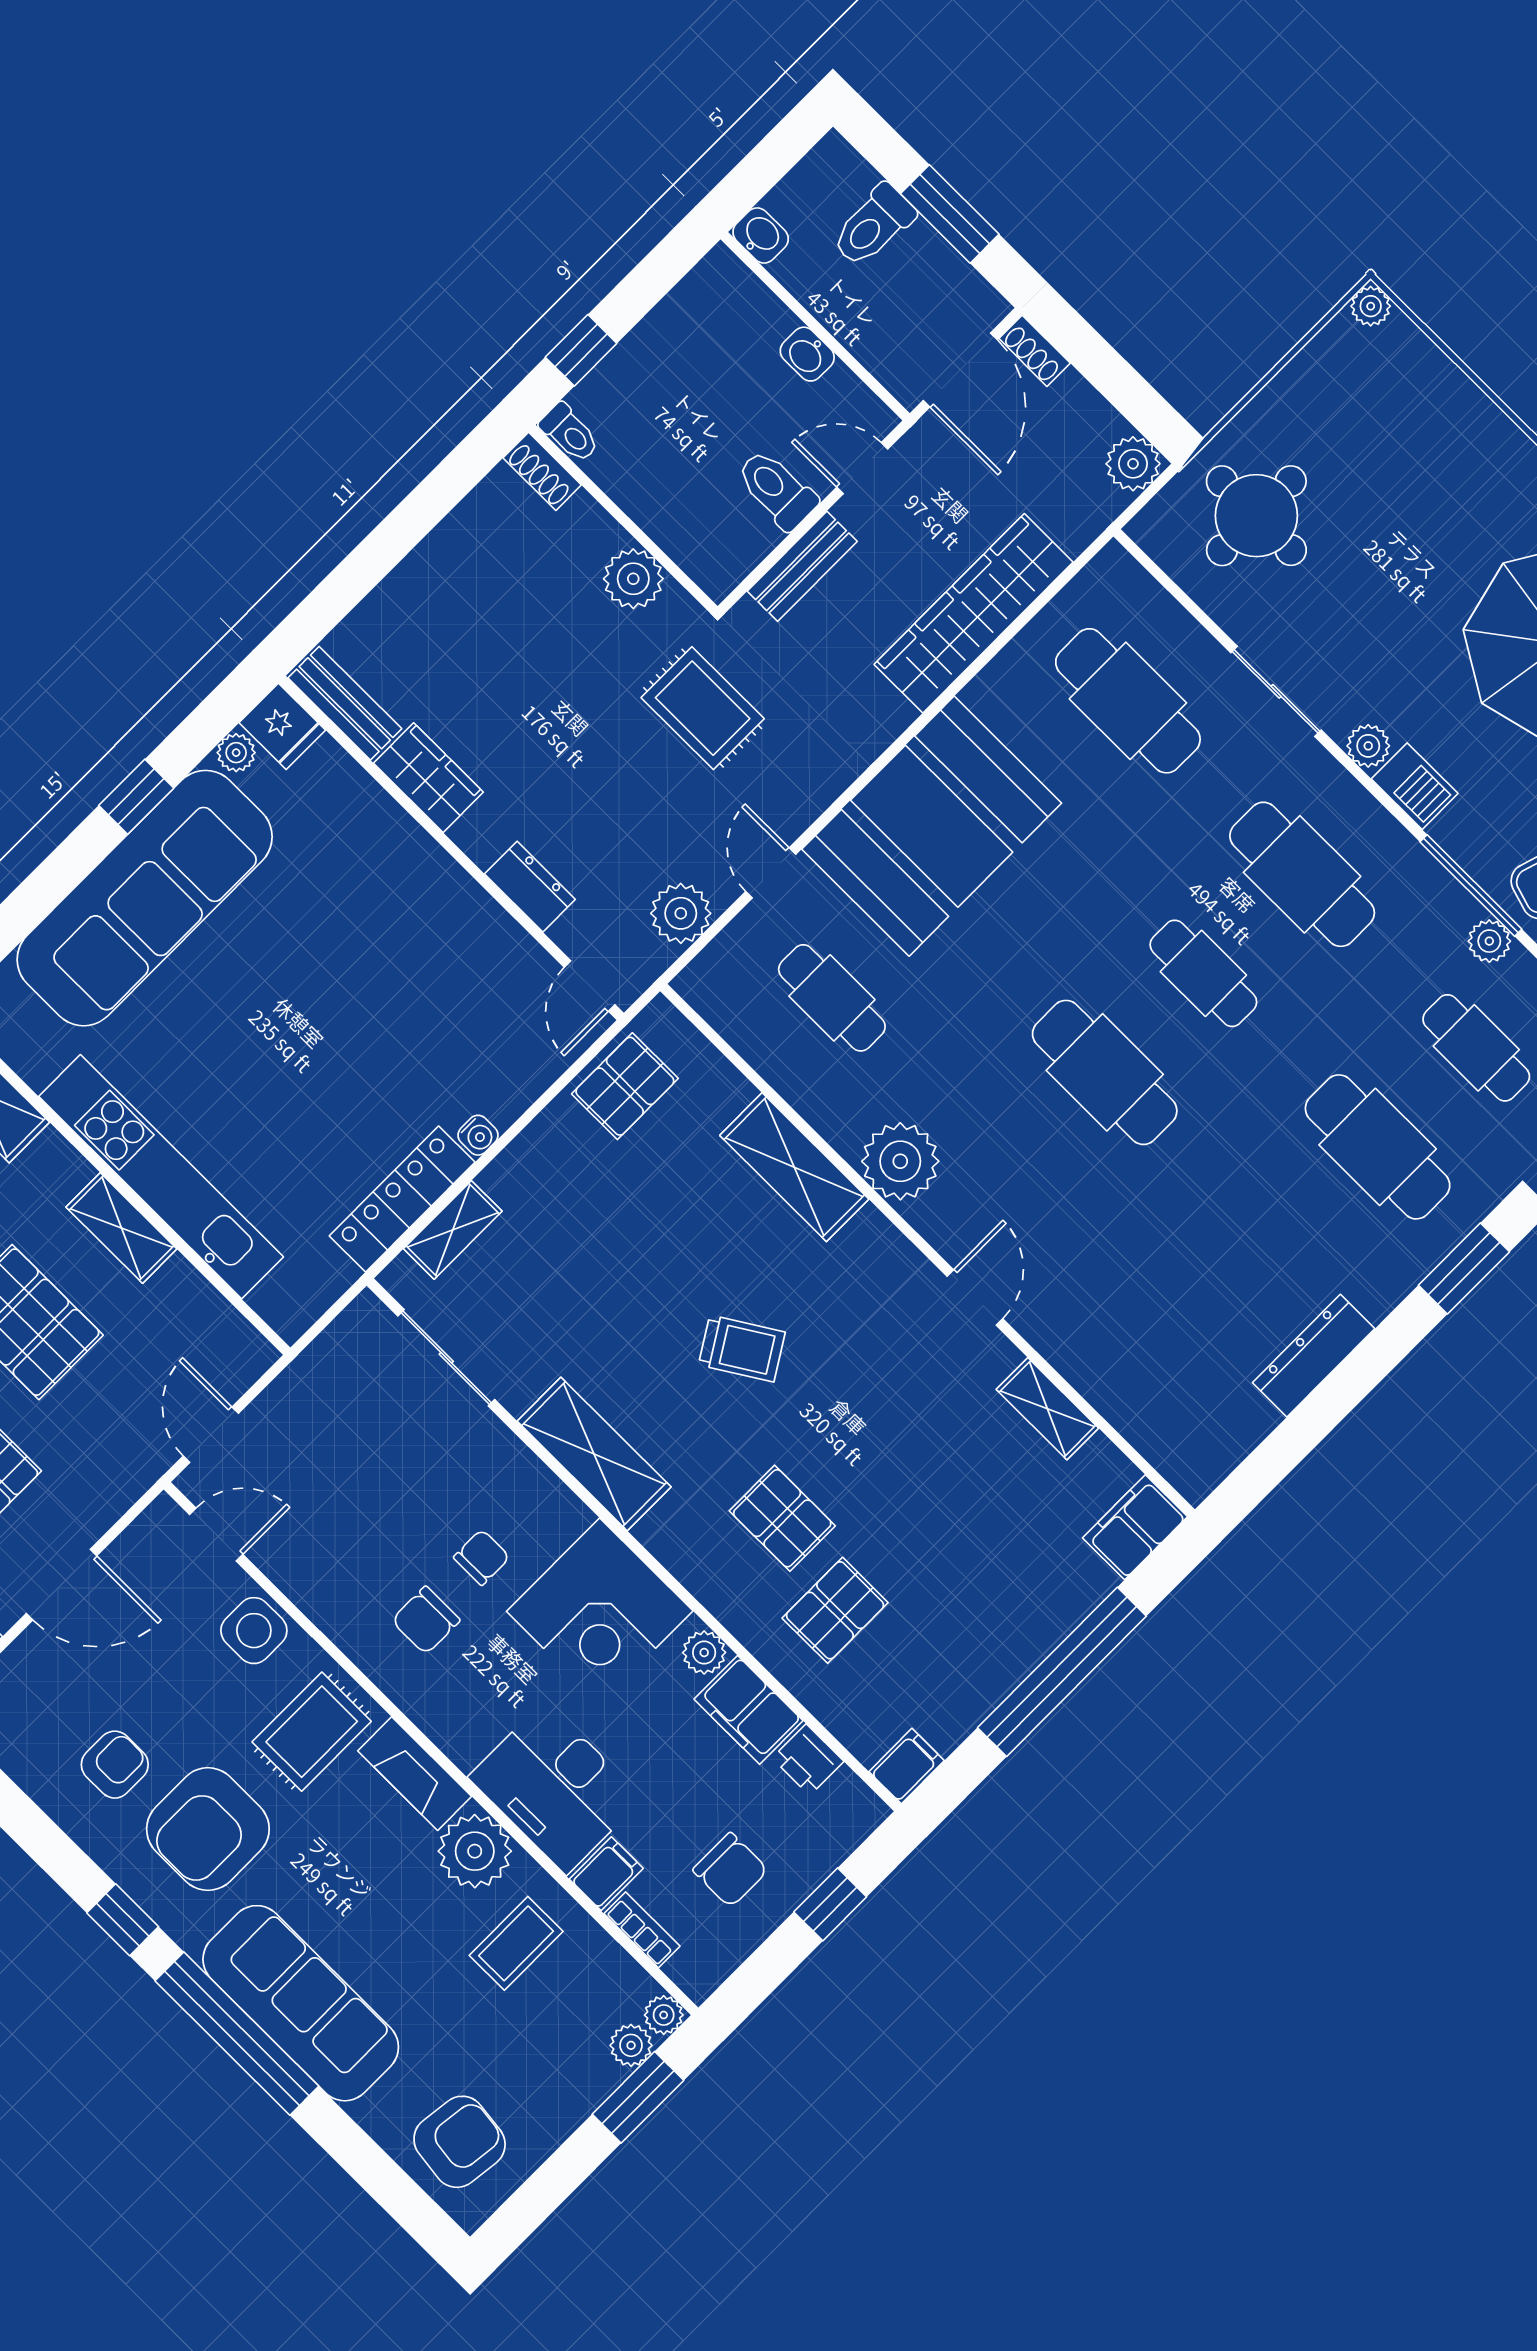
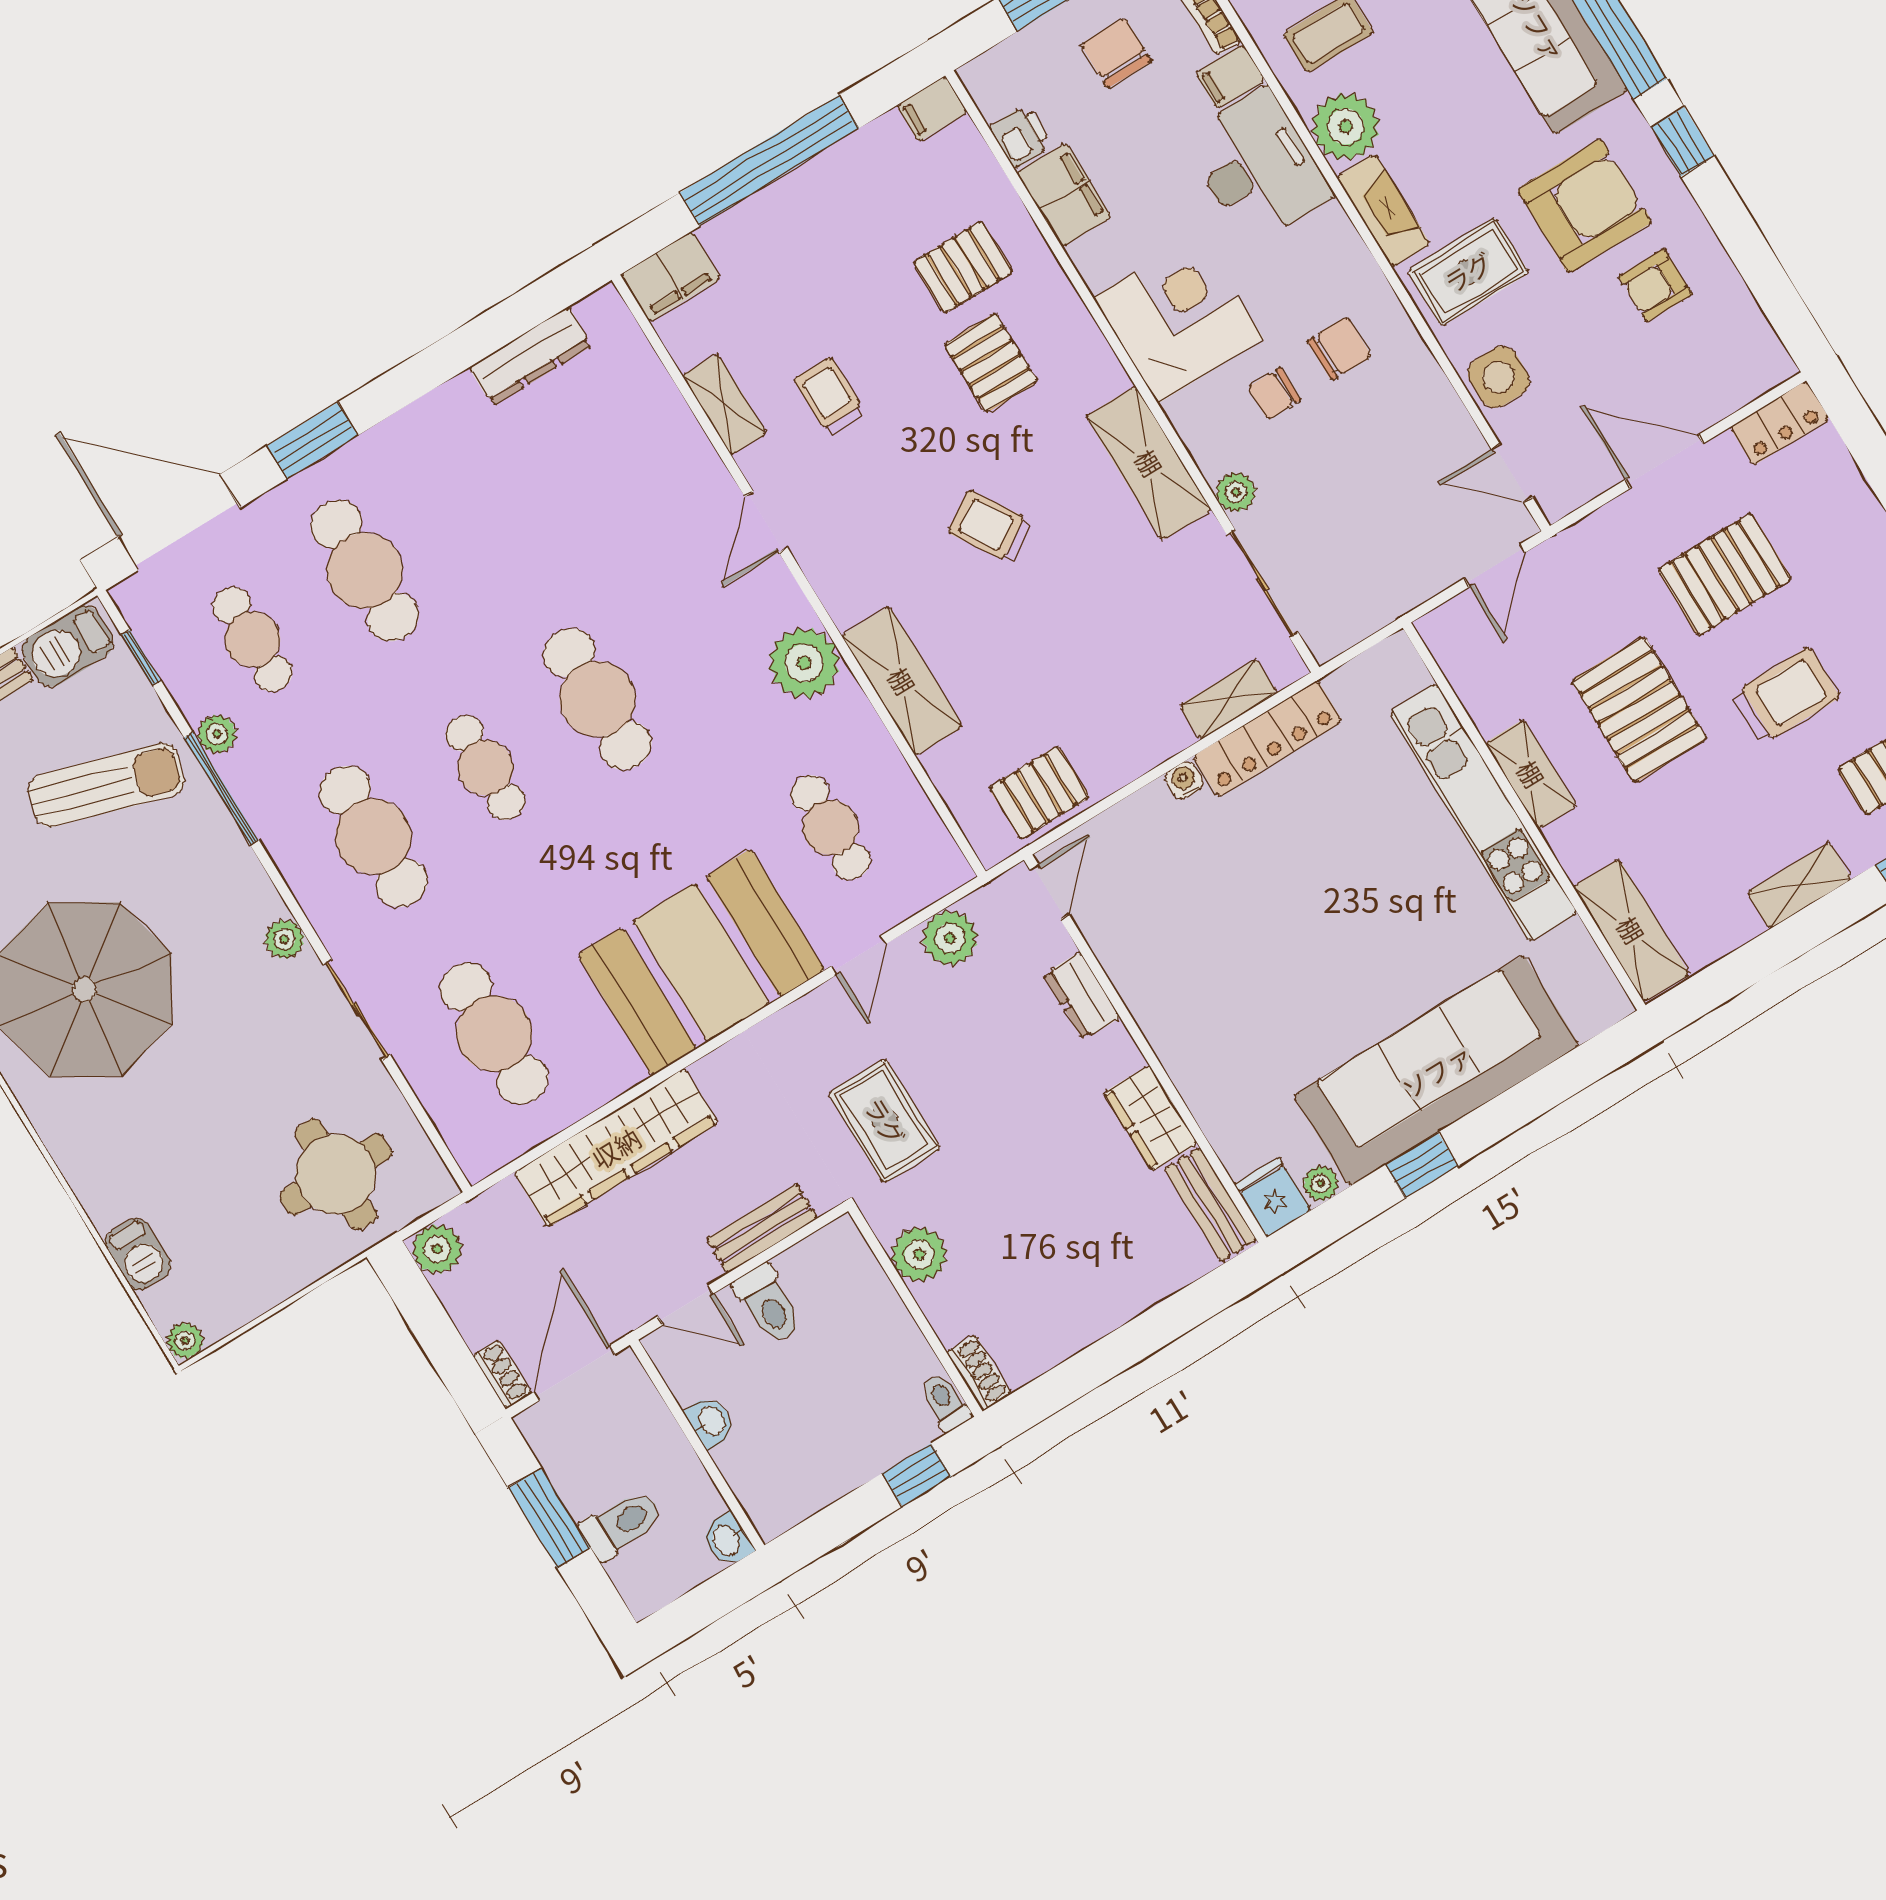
barbecue: (1415, 786) -> (138, 1254), moved, turned 180
dresser: (1314, 1356) -> (531, 356), moved
trolley: (941, 1443) -> (830, 396), added
plant: (704, 1653) -> (1236, 492), moved

